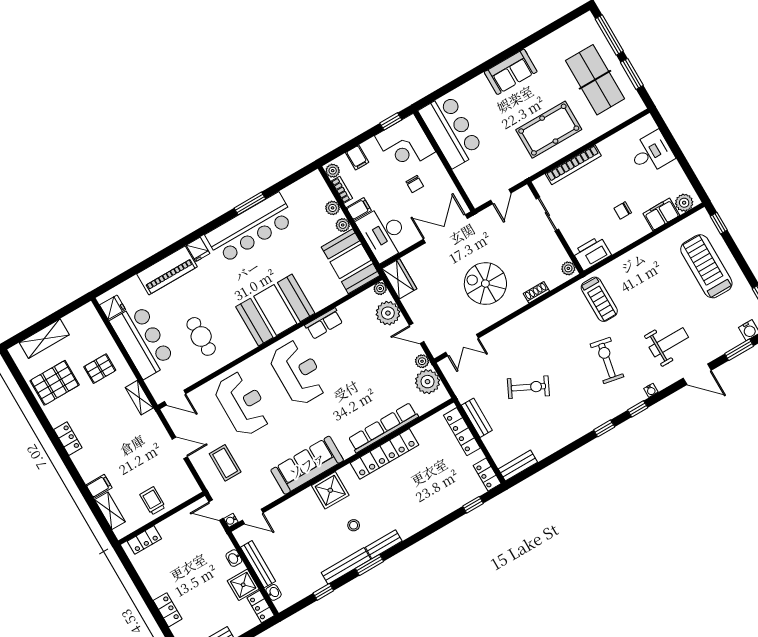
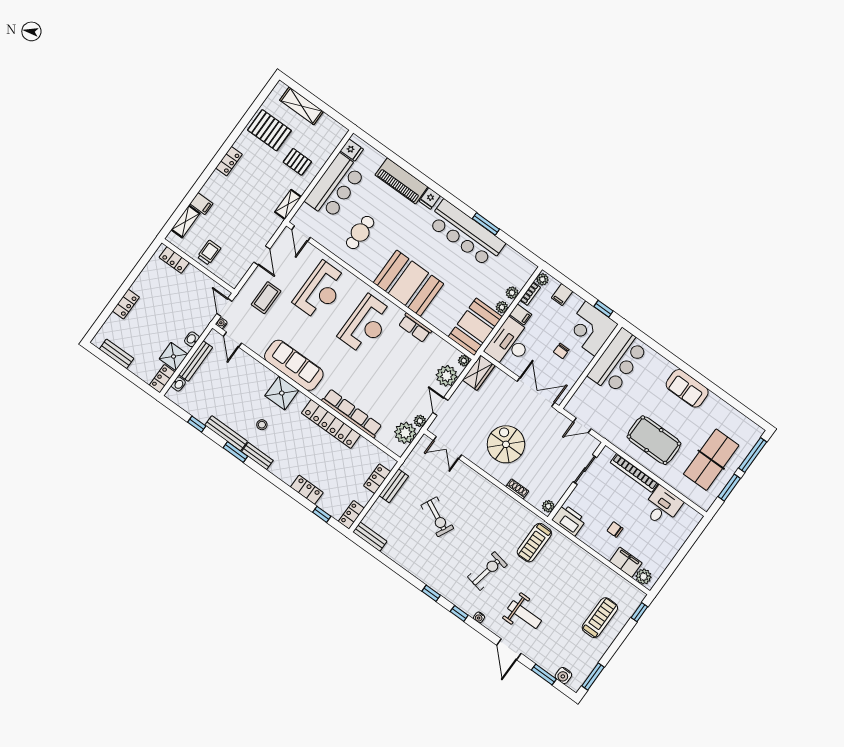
desk: (651, 153) -> (662, 506), moved, turned -90
treadmill: (706, 266) -> (600, 618), width x0.73, depth x0.73
locker: (462, 432) -> (377, 479), width x0.66
locker: (441, 509) -> (307, 490), added

